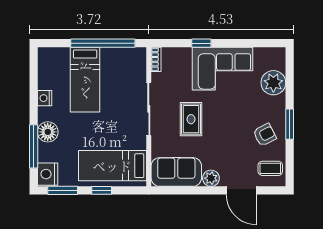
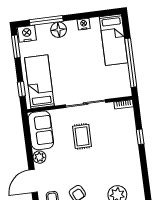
corner sofa: (222, 69) -> (123, 155), removed
bed: (85, 80) -> (113, 40), moved, turned -90
rug: (191, 119) -> (82, 136), turned 90
window: (102, 190) -> (21, 89), moved

